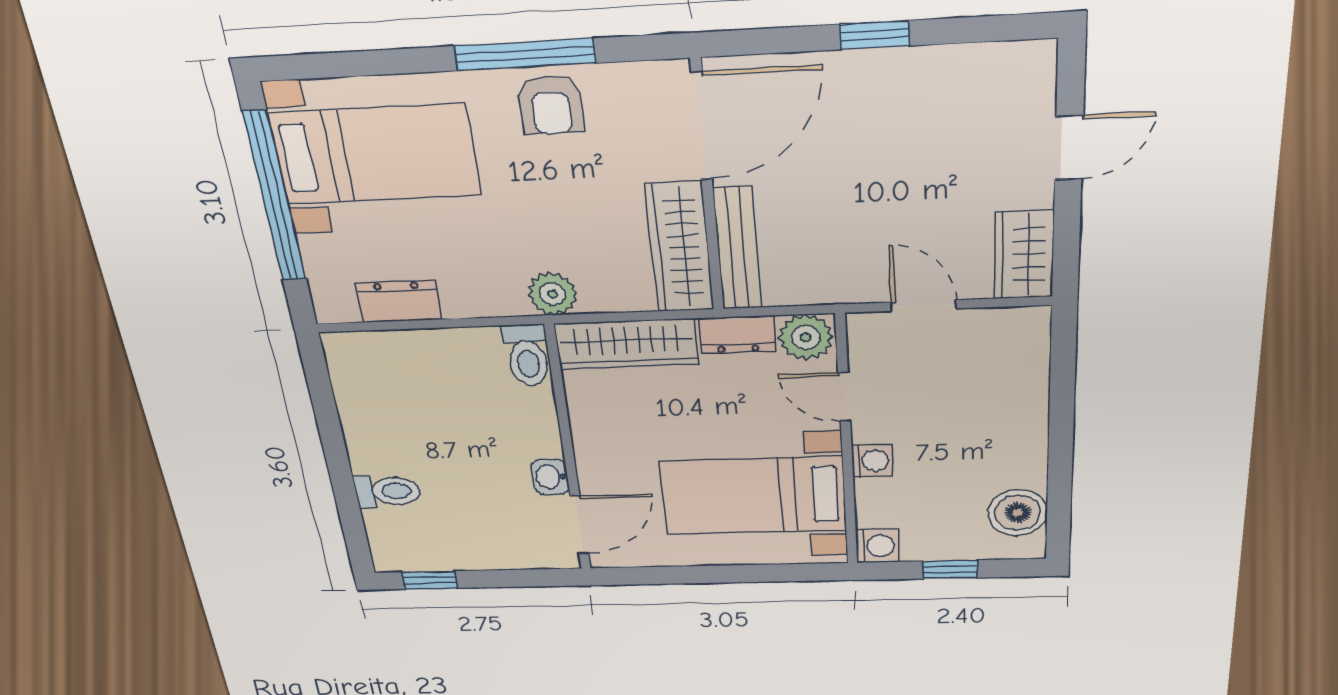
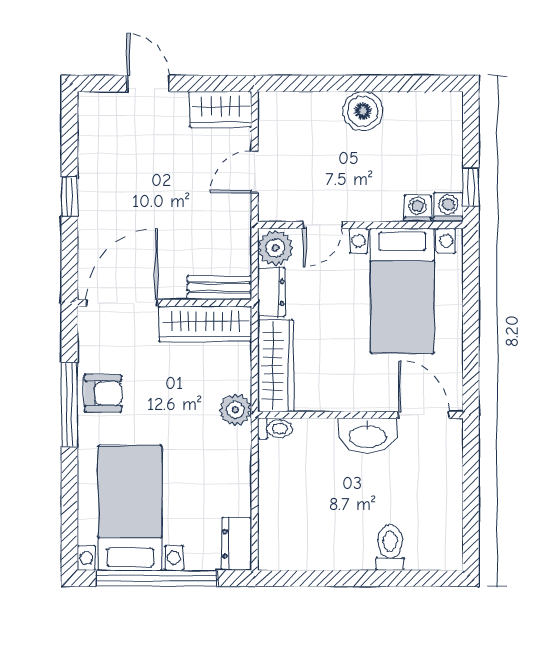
door: (702, 126) -> (122, 303), hinge flipped
bench: (737, 249) -> (219, 287), width x0.73
dresser: (399, 302) -> (237, 544), moved
toilet: (527, 355) -> (275, 429), width x0.73, depth x0.72
washing machine: (872, 461) -> (418, 208), moved
washbasin: (550, 477) -> (368, 436), width x1.91, depth x1.45
boiler: (1018, 513) -> (363, 111), moved
window: (950, 569) -> (471, 187), moved
window: (429, 580) -> (471, 531), removed

